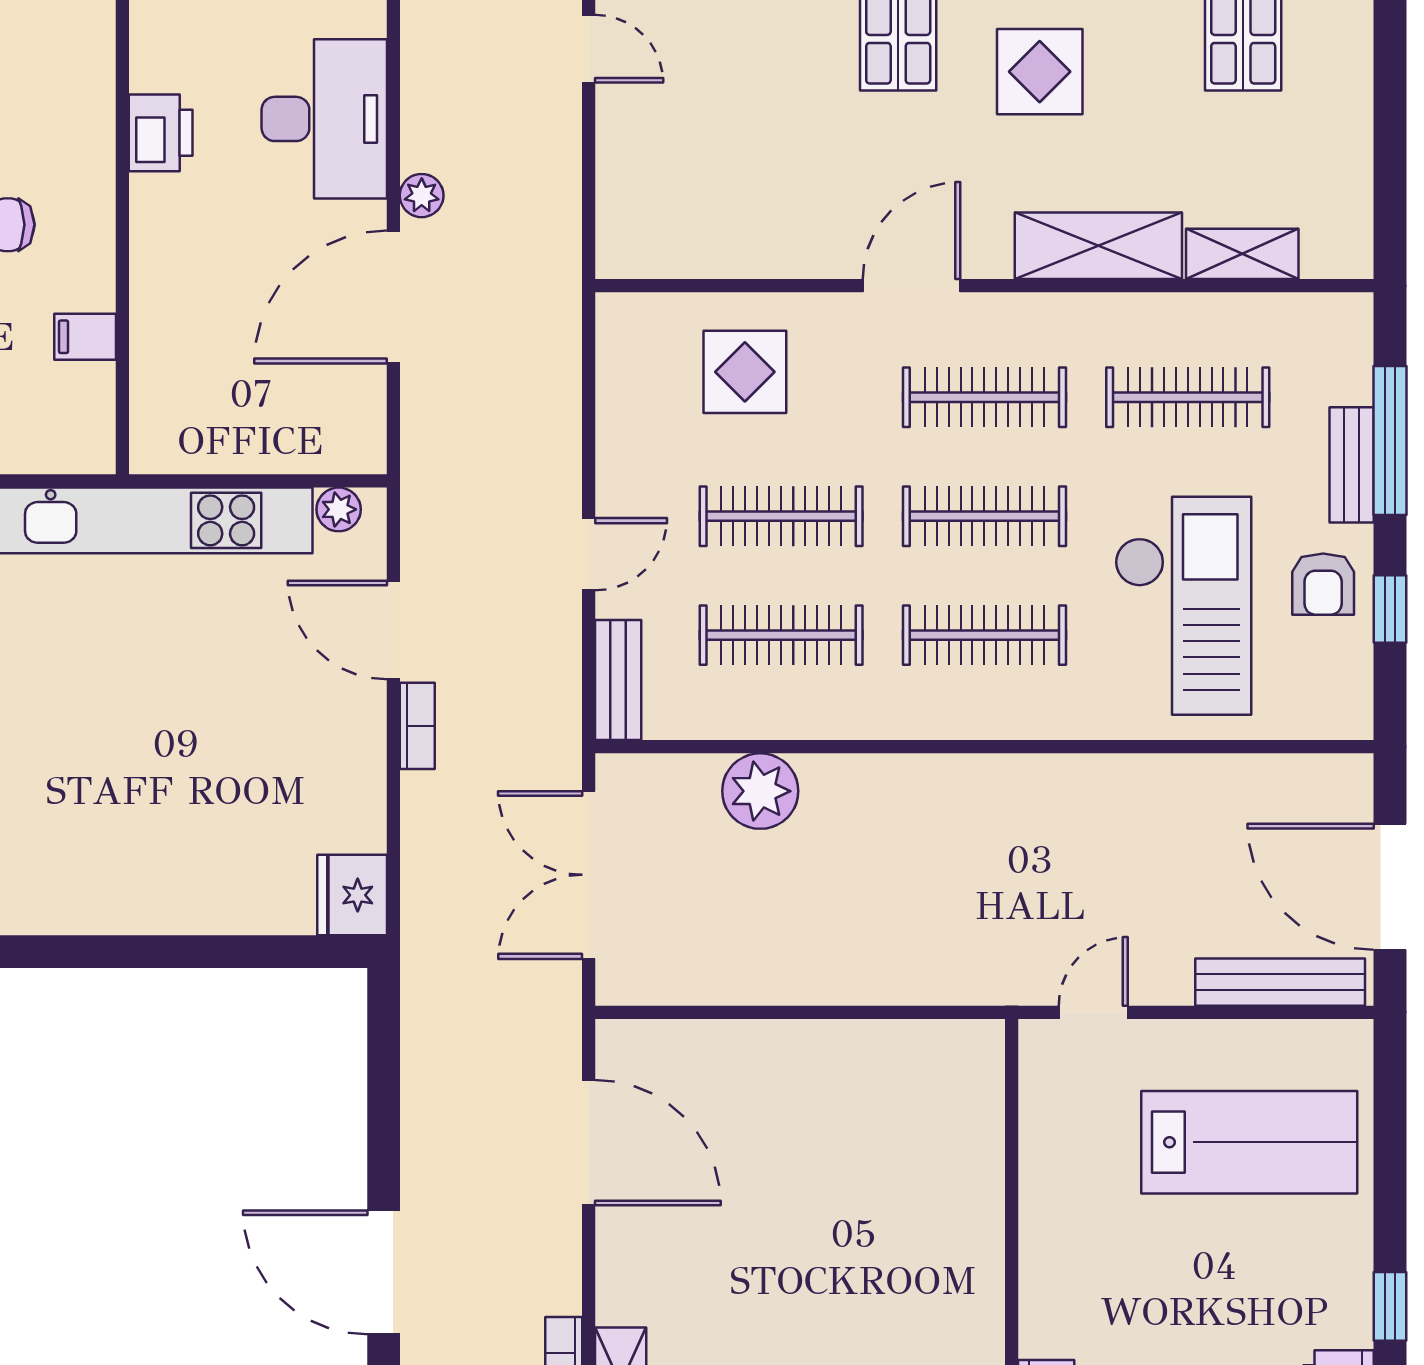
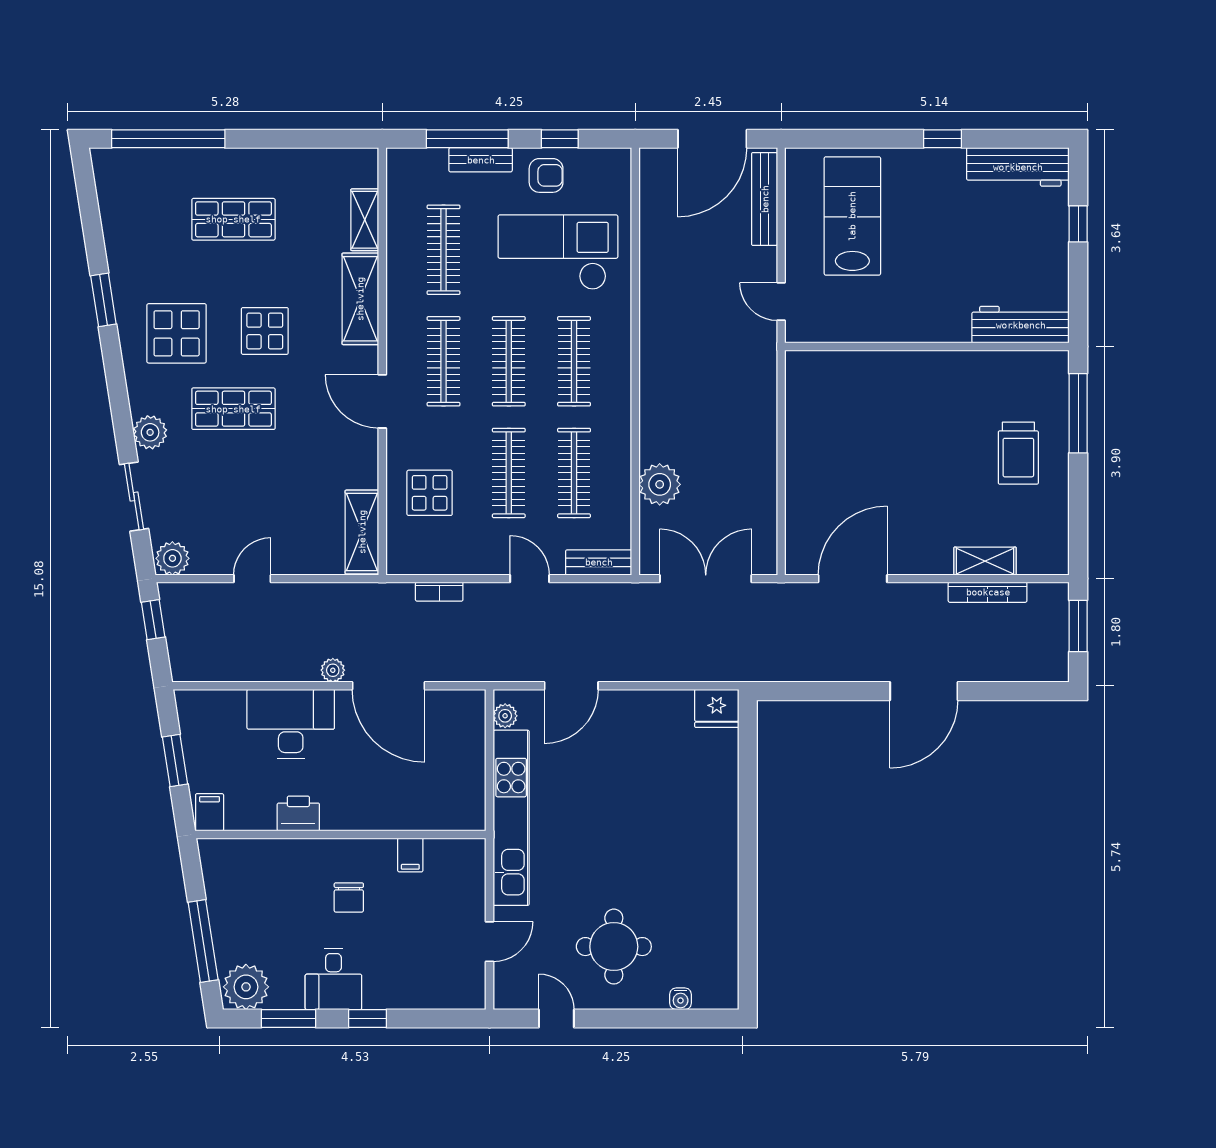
shelving: (673, 249) -> (362, 532), added
bookcase: (417, 726) -> (439, 592), moved, turned 180
double door: (589, 875) -> (706, 579), swing flipped

